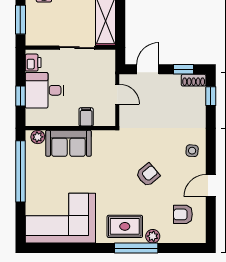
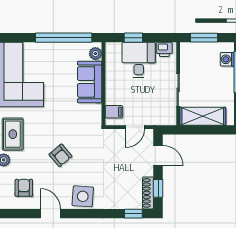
shoe rack: (194, 80) -> (148, 193), width x1.43
filing cabinet: (86, 117) -> (114, 112), moved
side table: (192, 151) -> (83, 196), width x1.87, depth x1.87

